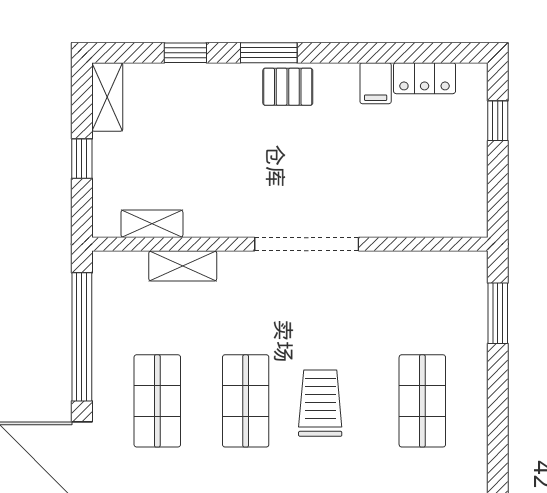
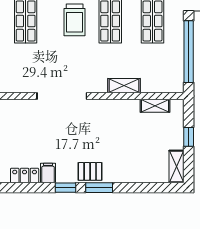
window: (185, 53) -> (66, 188), moved
doorway: (307, 244) -> (62, 96), moved
shelving: (183, 266) -> (124, 86), moved

